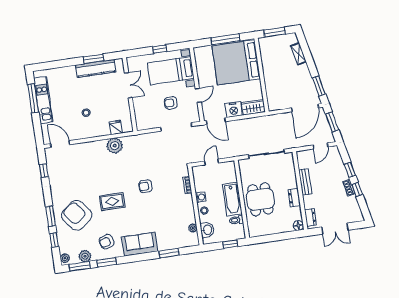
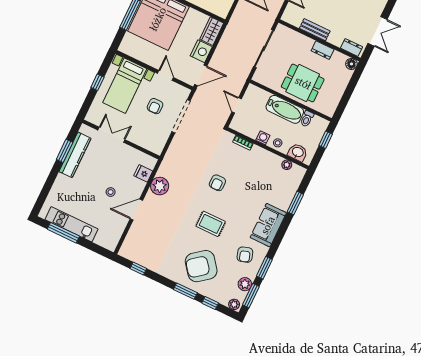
door: (60, 144) -> (136, 210), moved
rug: (112, 201) -> (211, 224), turned 90

